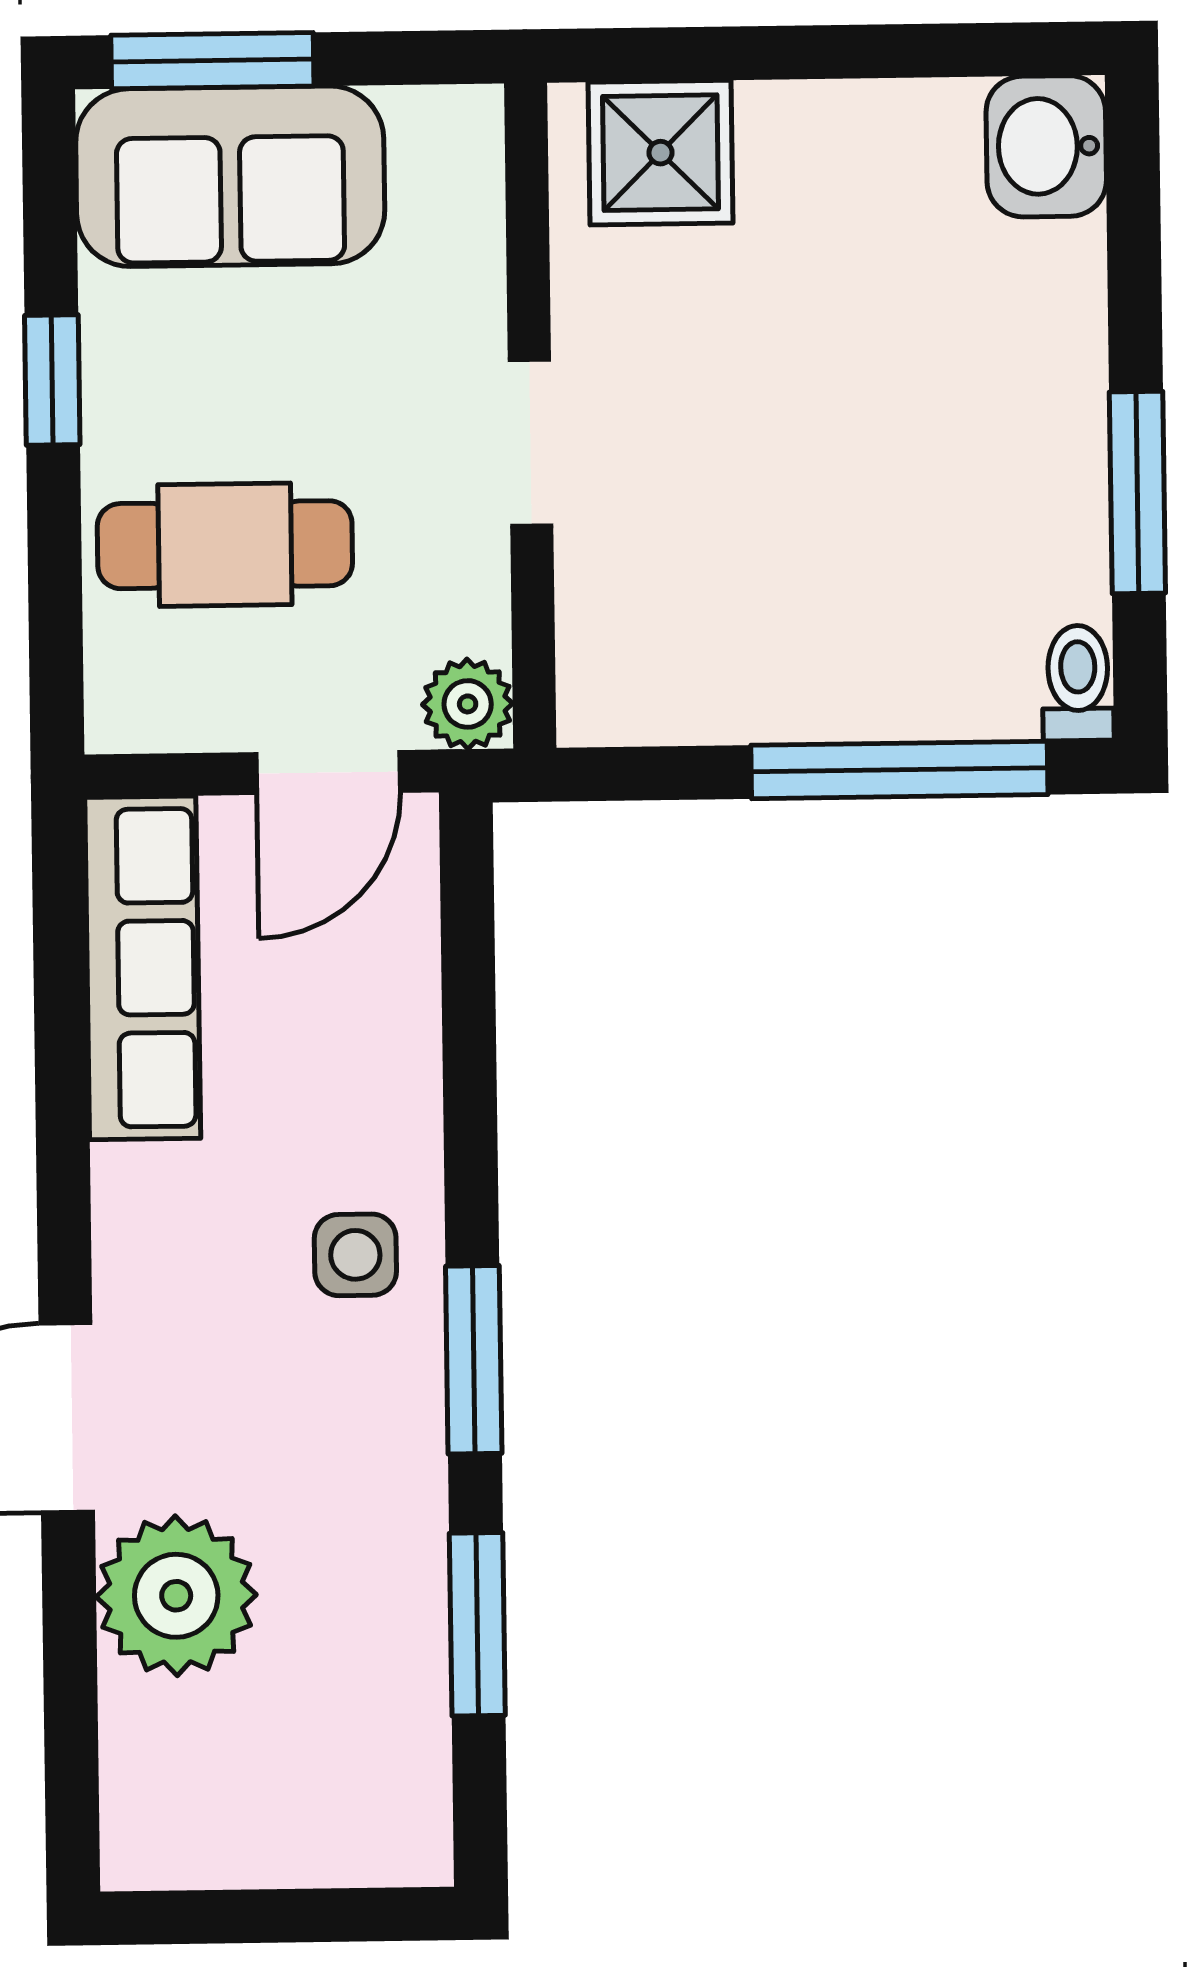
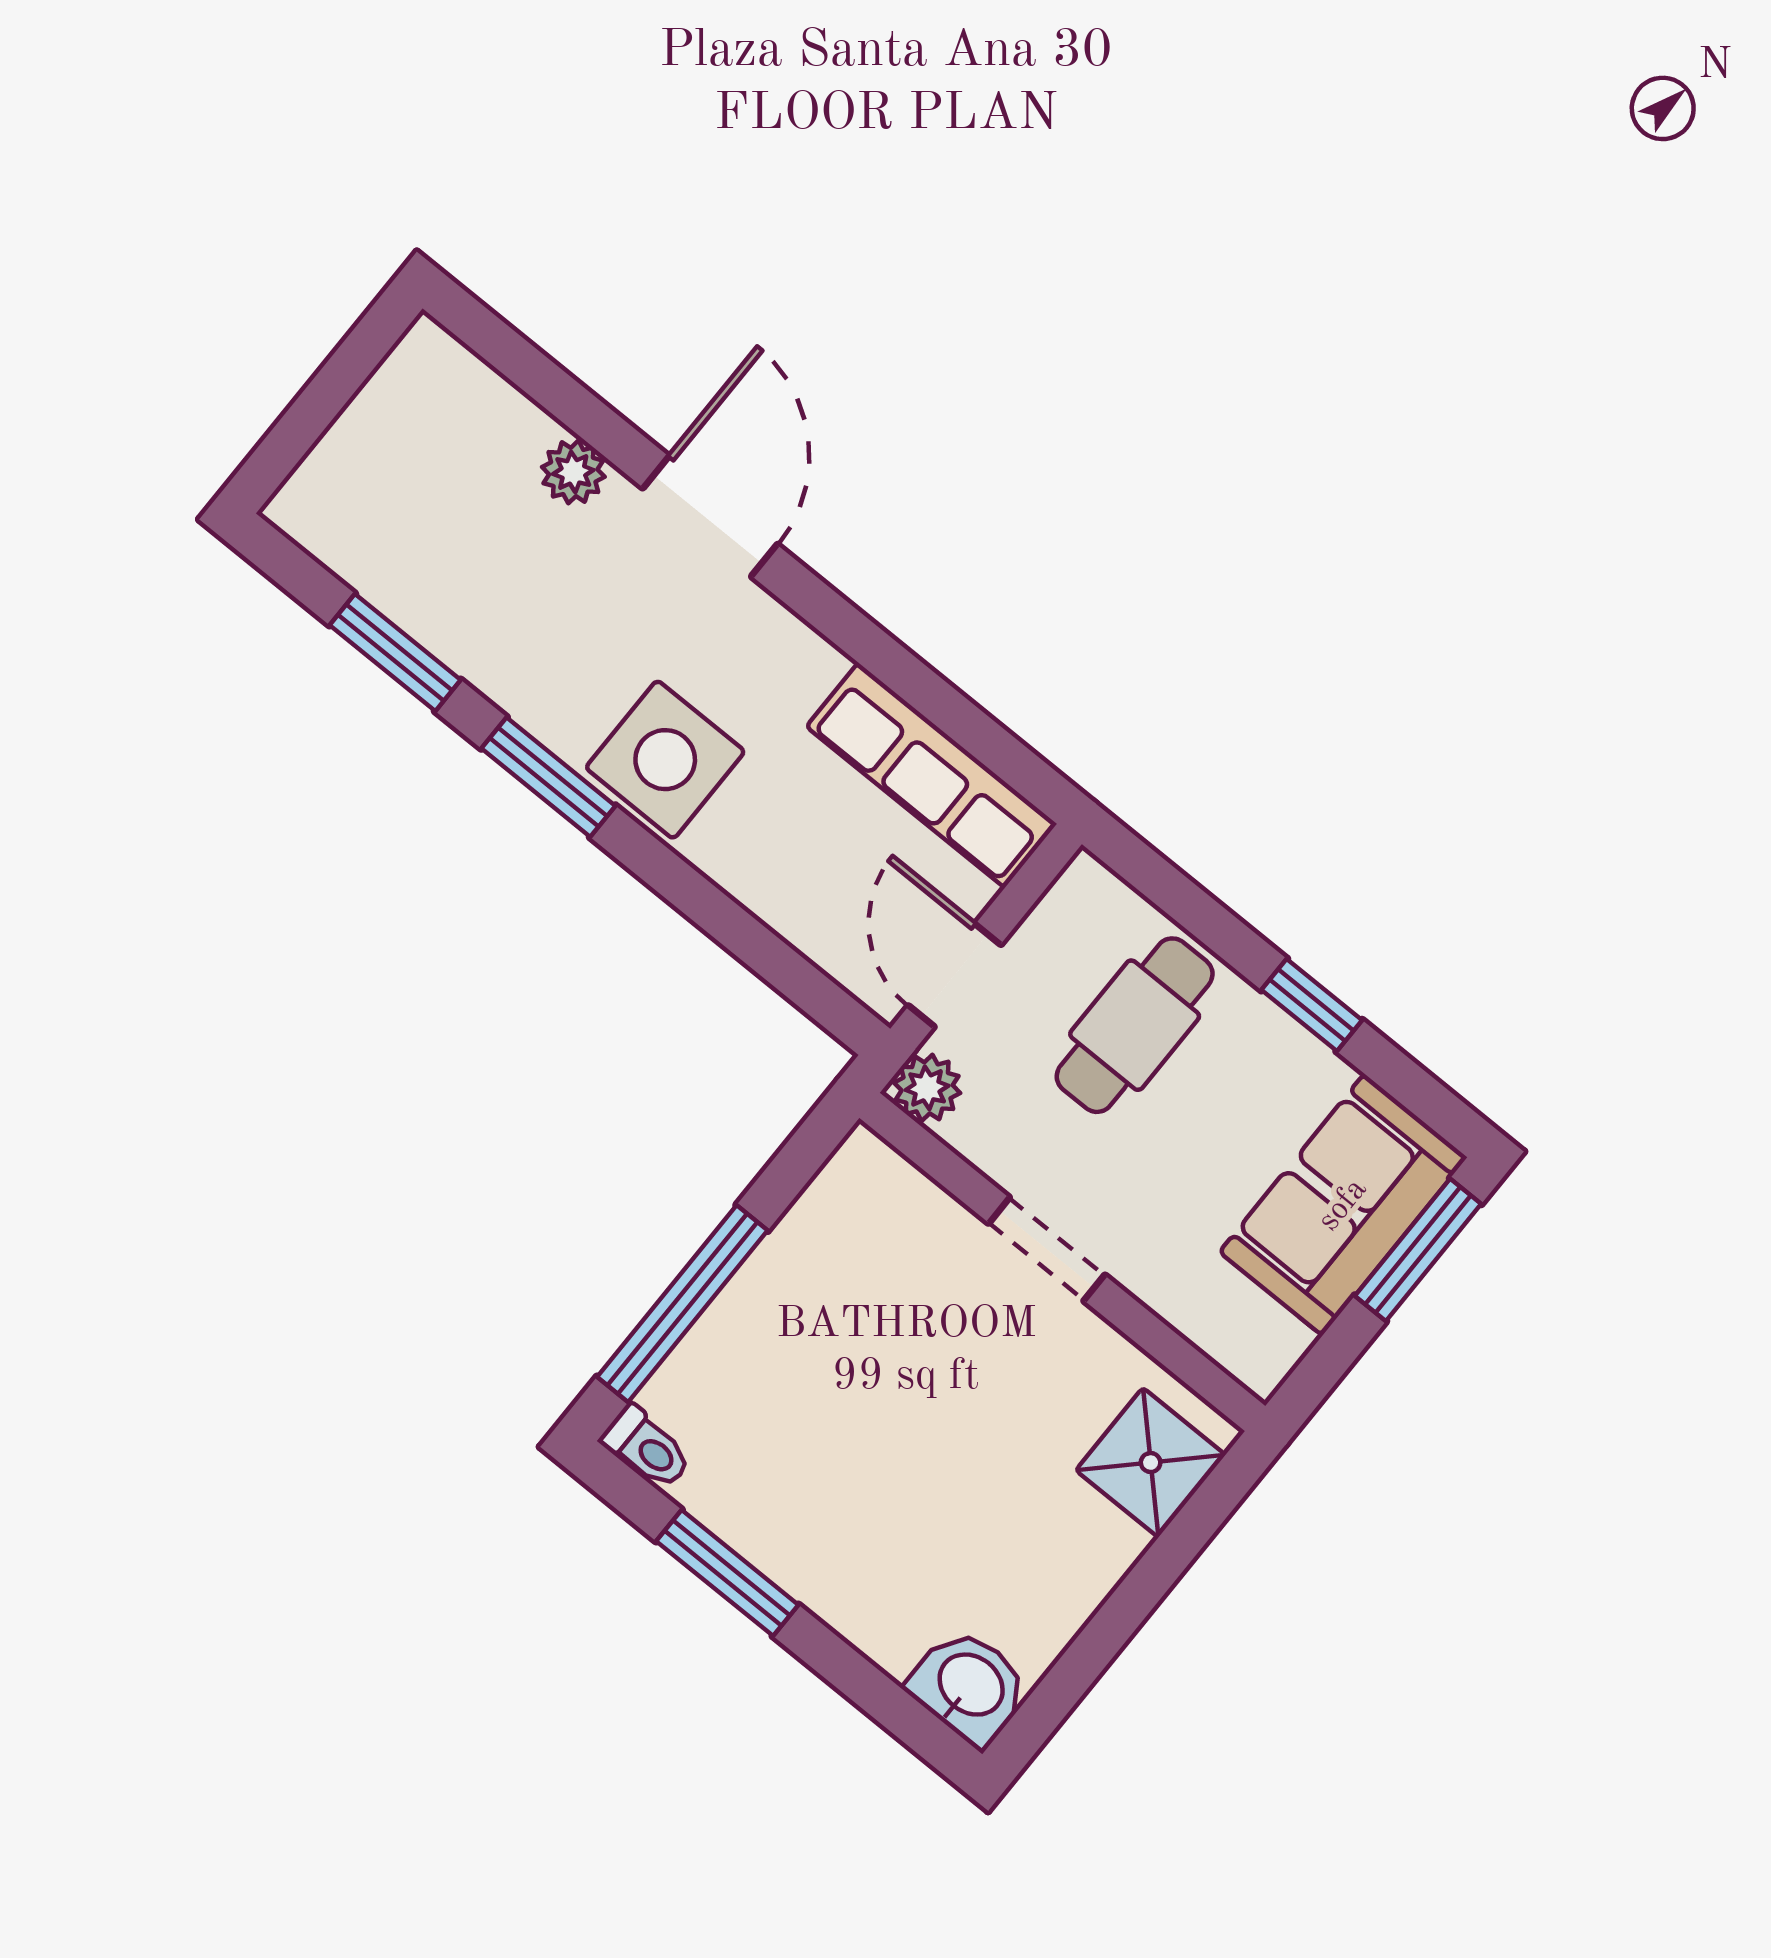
side table: (355, 1255) -> (665, 760), width x1.87, depth x1.87
plant: (176, 1596) -> (573, 472), width x0.53, depth x0.53

